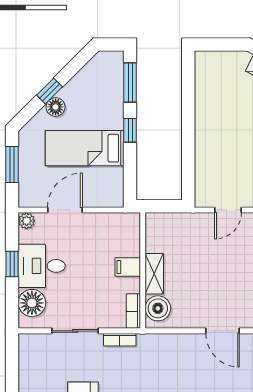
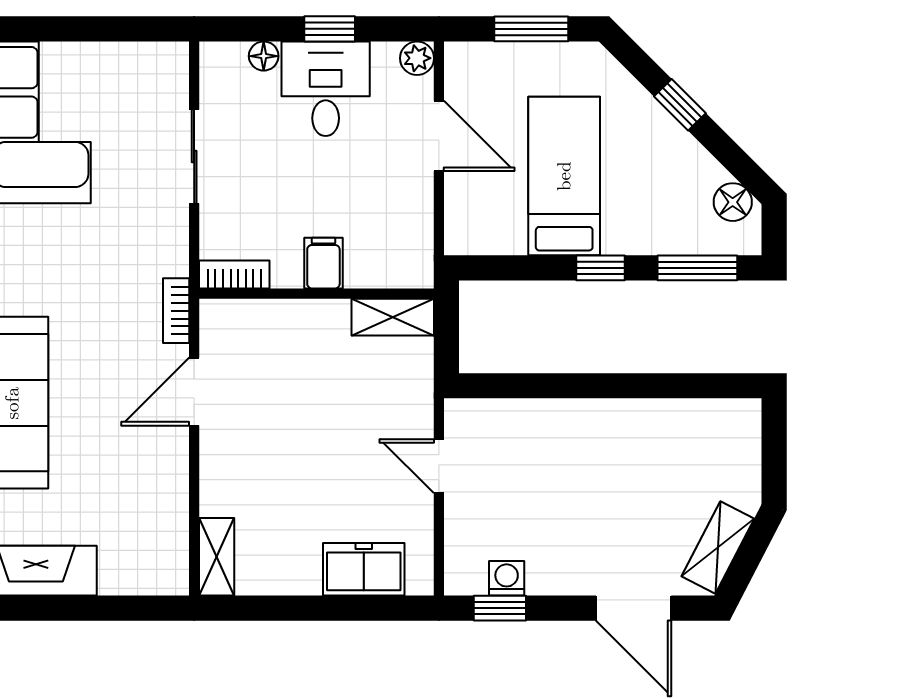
floor lamp: (56, 107) -> (733, 202), moved
shelving: (154, 274) -> (393, 317), moved
floor lamp: (32, 303) -> (264, 56), width x0.53, depth x0.53
boiler: (158, 308) -> (240, 324), removed
door: (223, 331) -> (194, 392), moved
bookcase: (120, 340) -> (176, 311), moved

